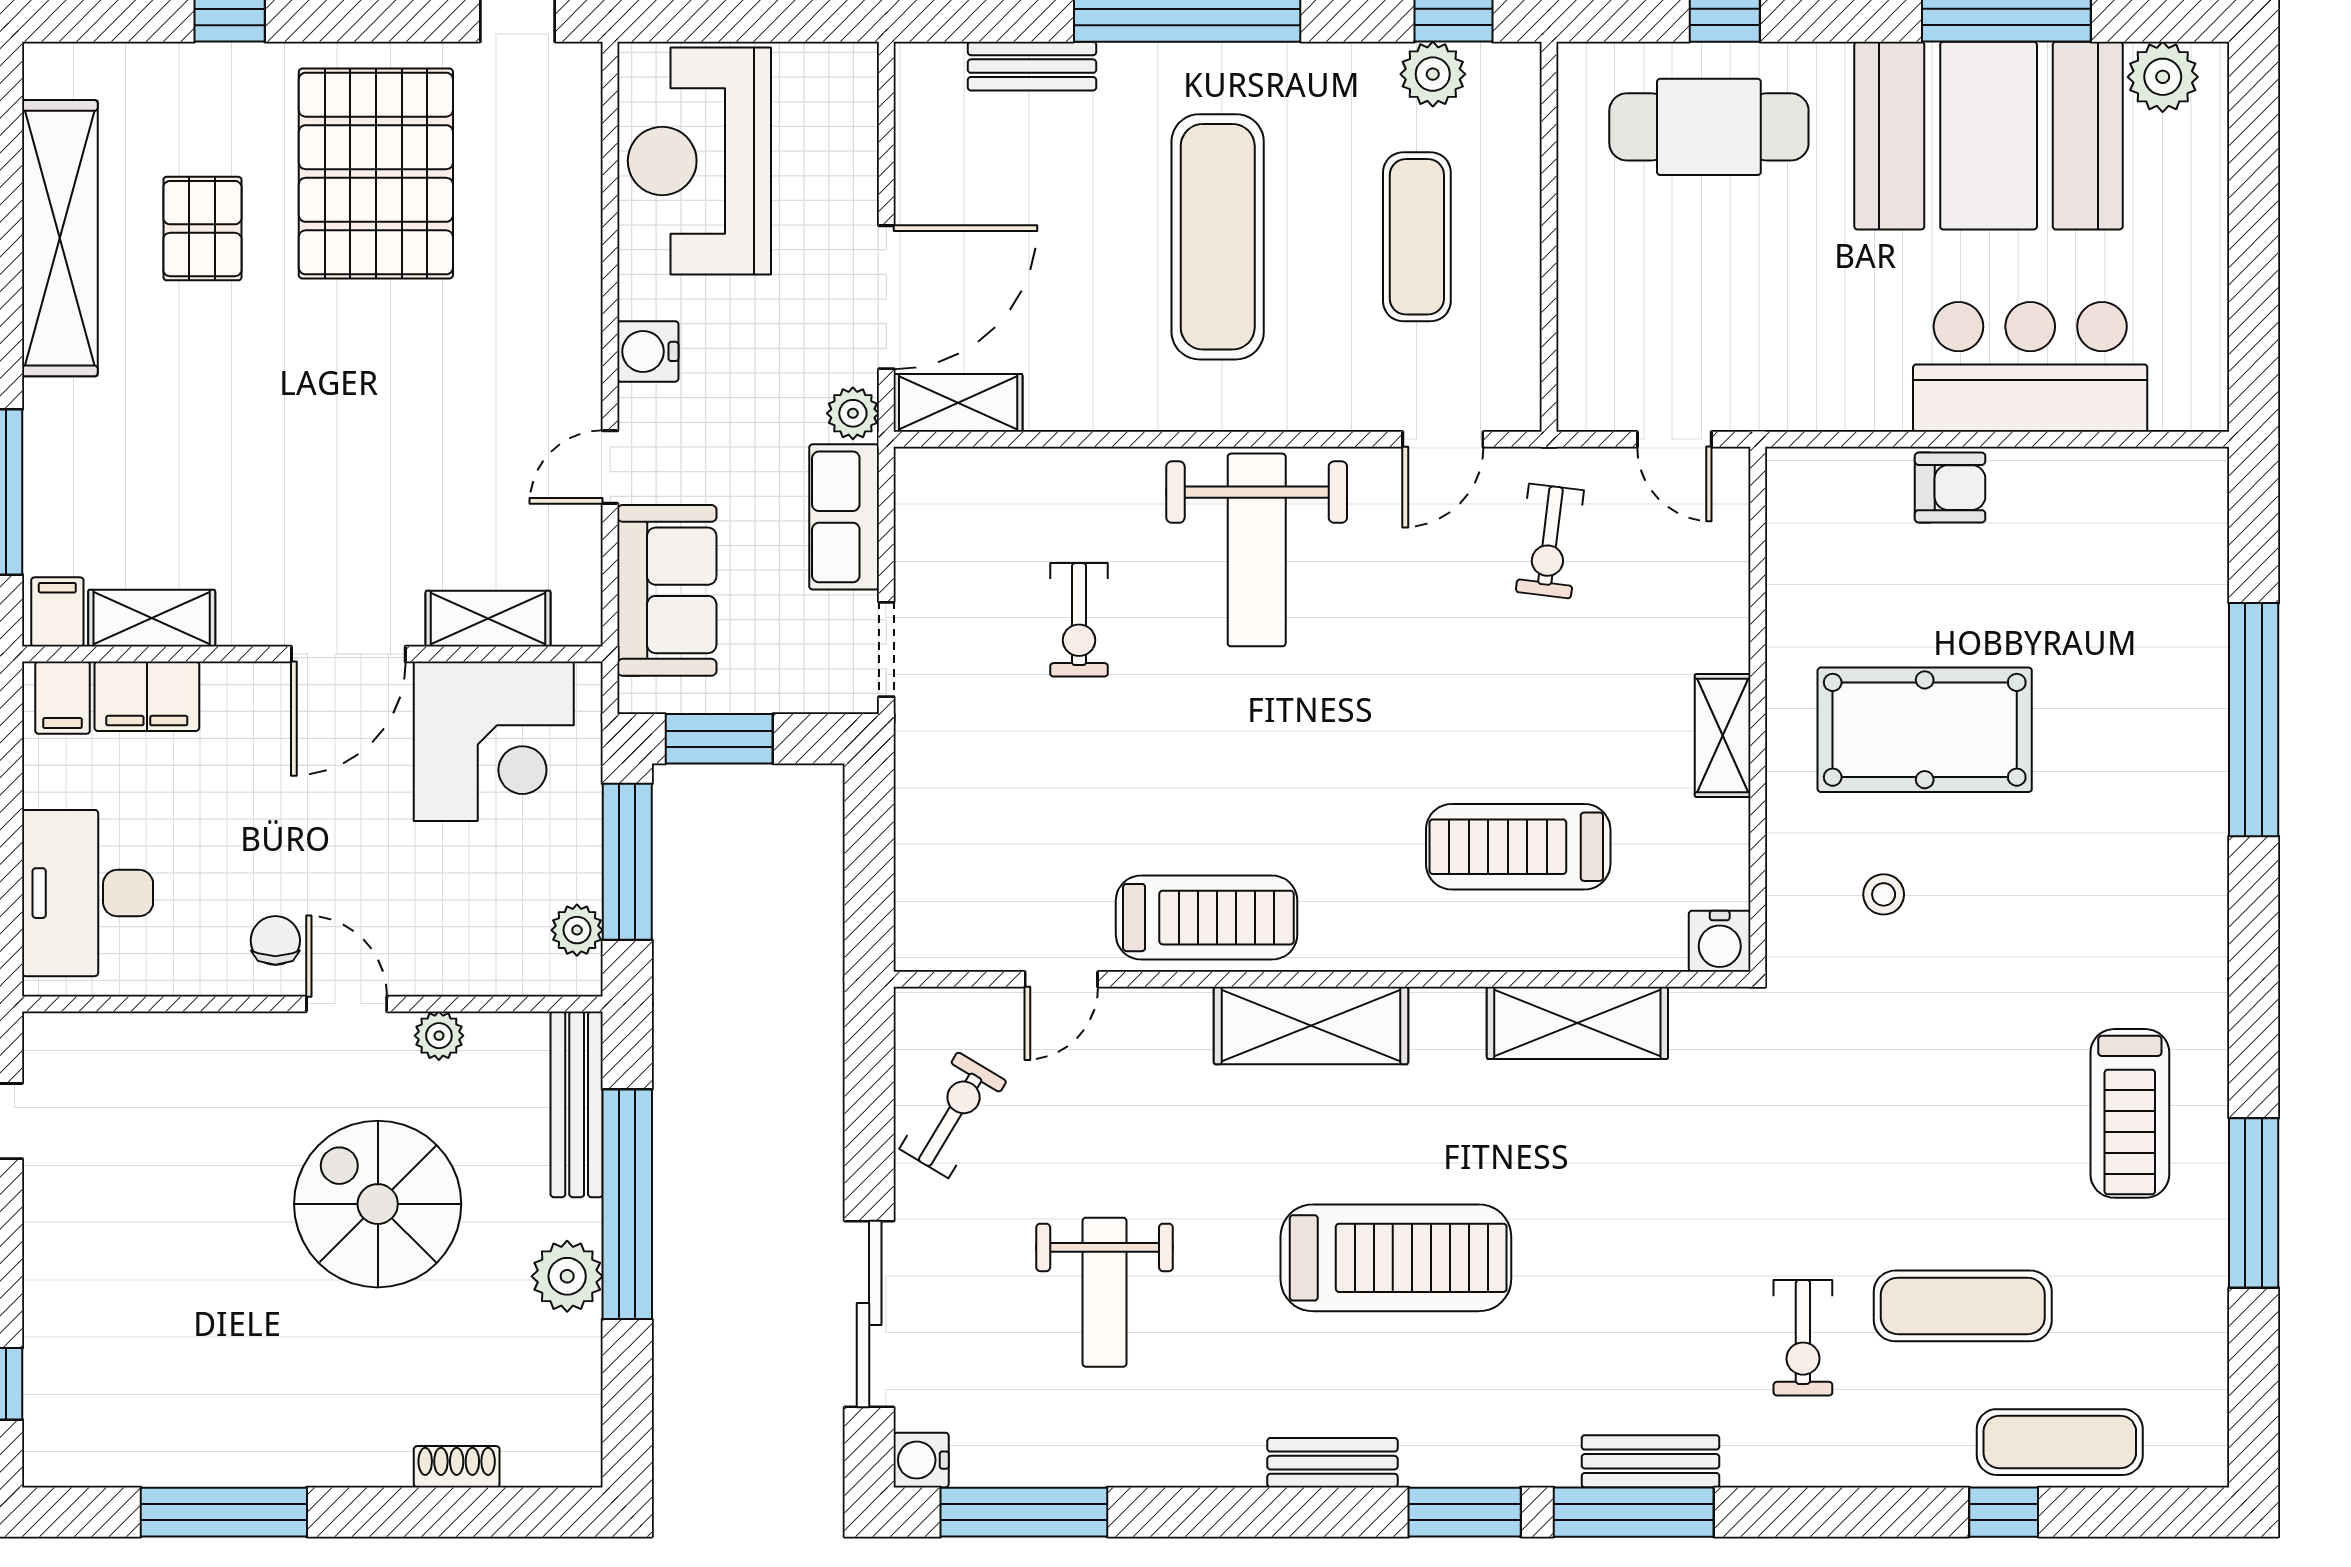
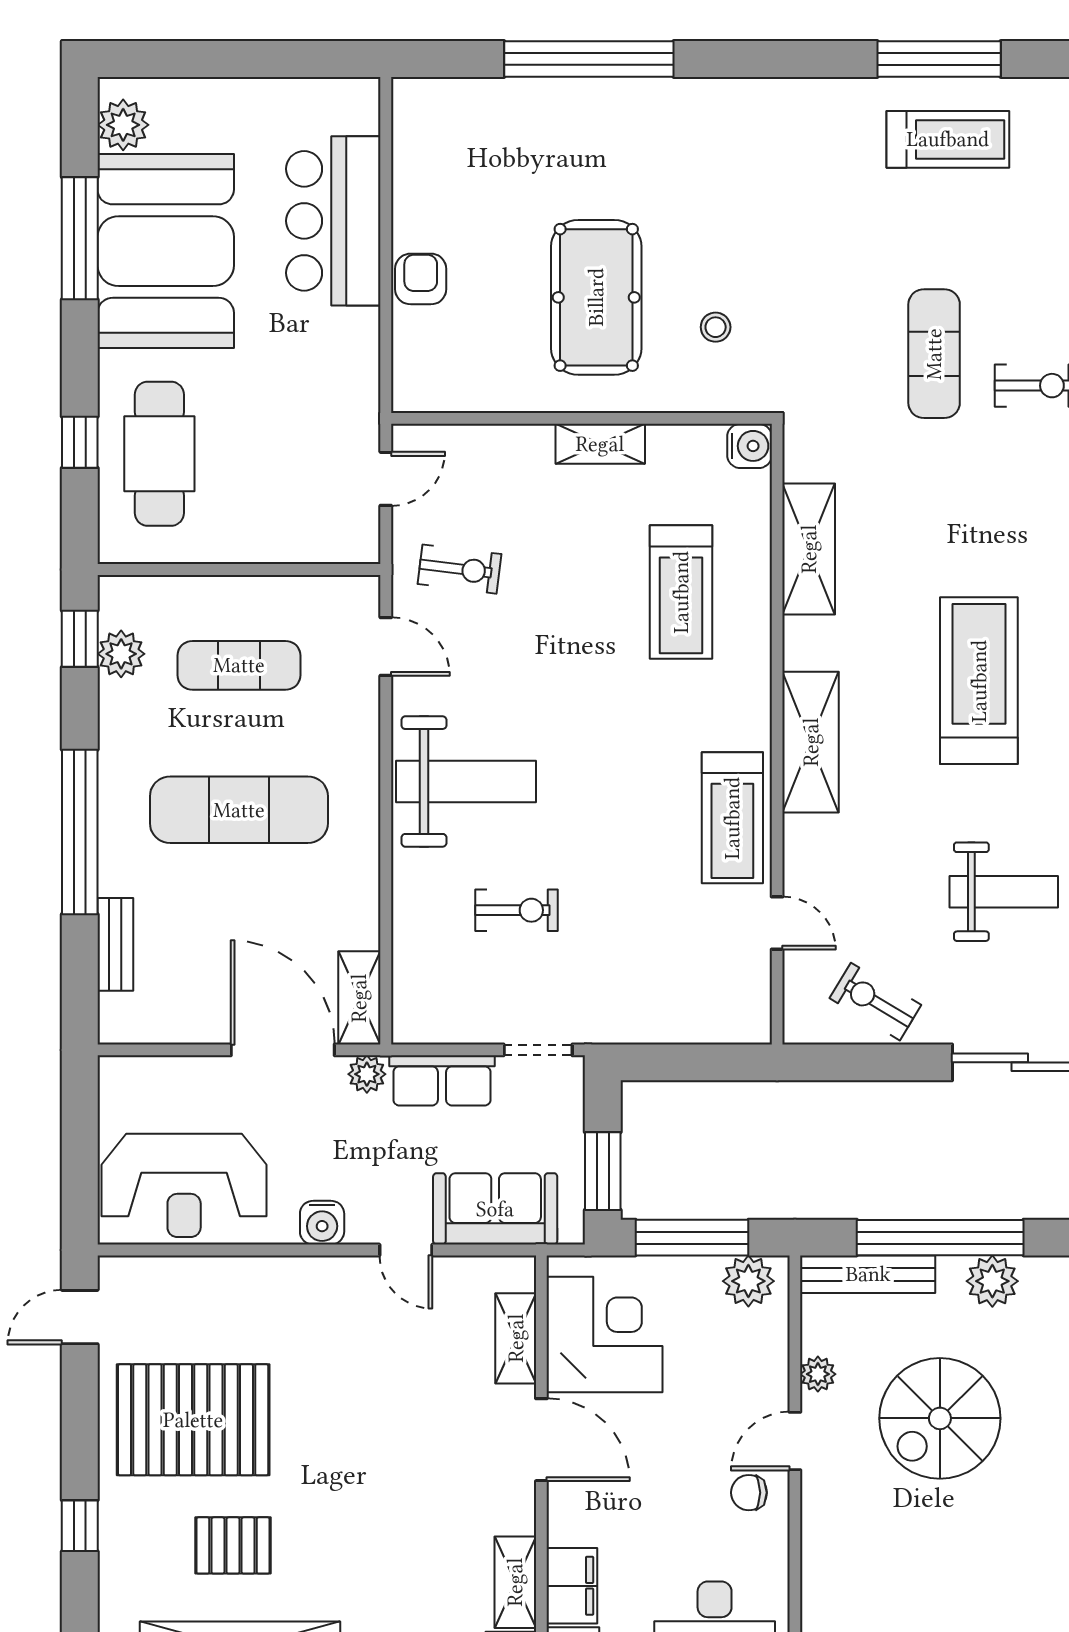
treadmill: (1207, 918) -> (732, 818), turned 180
plant: (577, 930) -> (748, 1281), width x1.38, depth x1.38
treadmill: (2130, 1113) -> (948, 139), moved
exercise mat: (1963, 1306) -> (934, 354), moved

